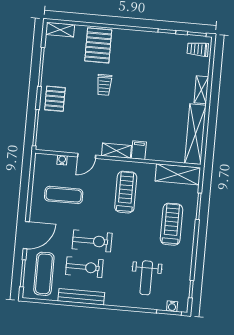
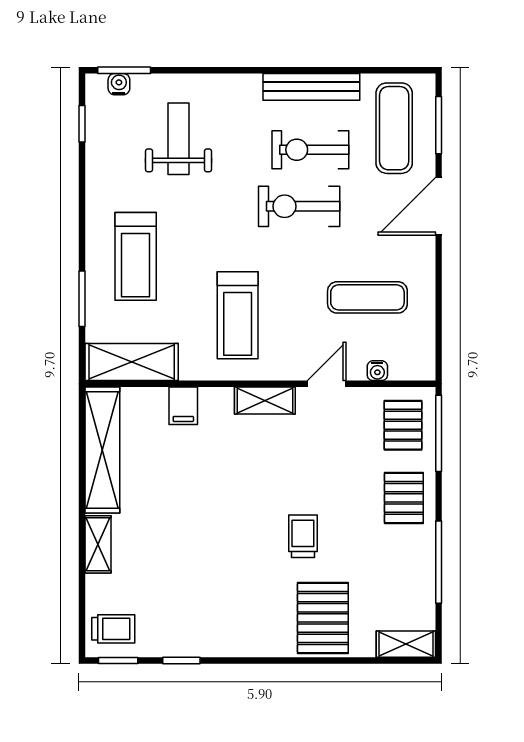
pallet: (52, 133) -> (403, 425), added
filing cabinet: (139, 150) -> (183, 406), moved

